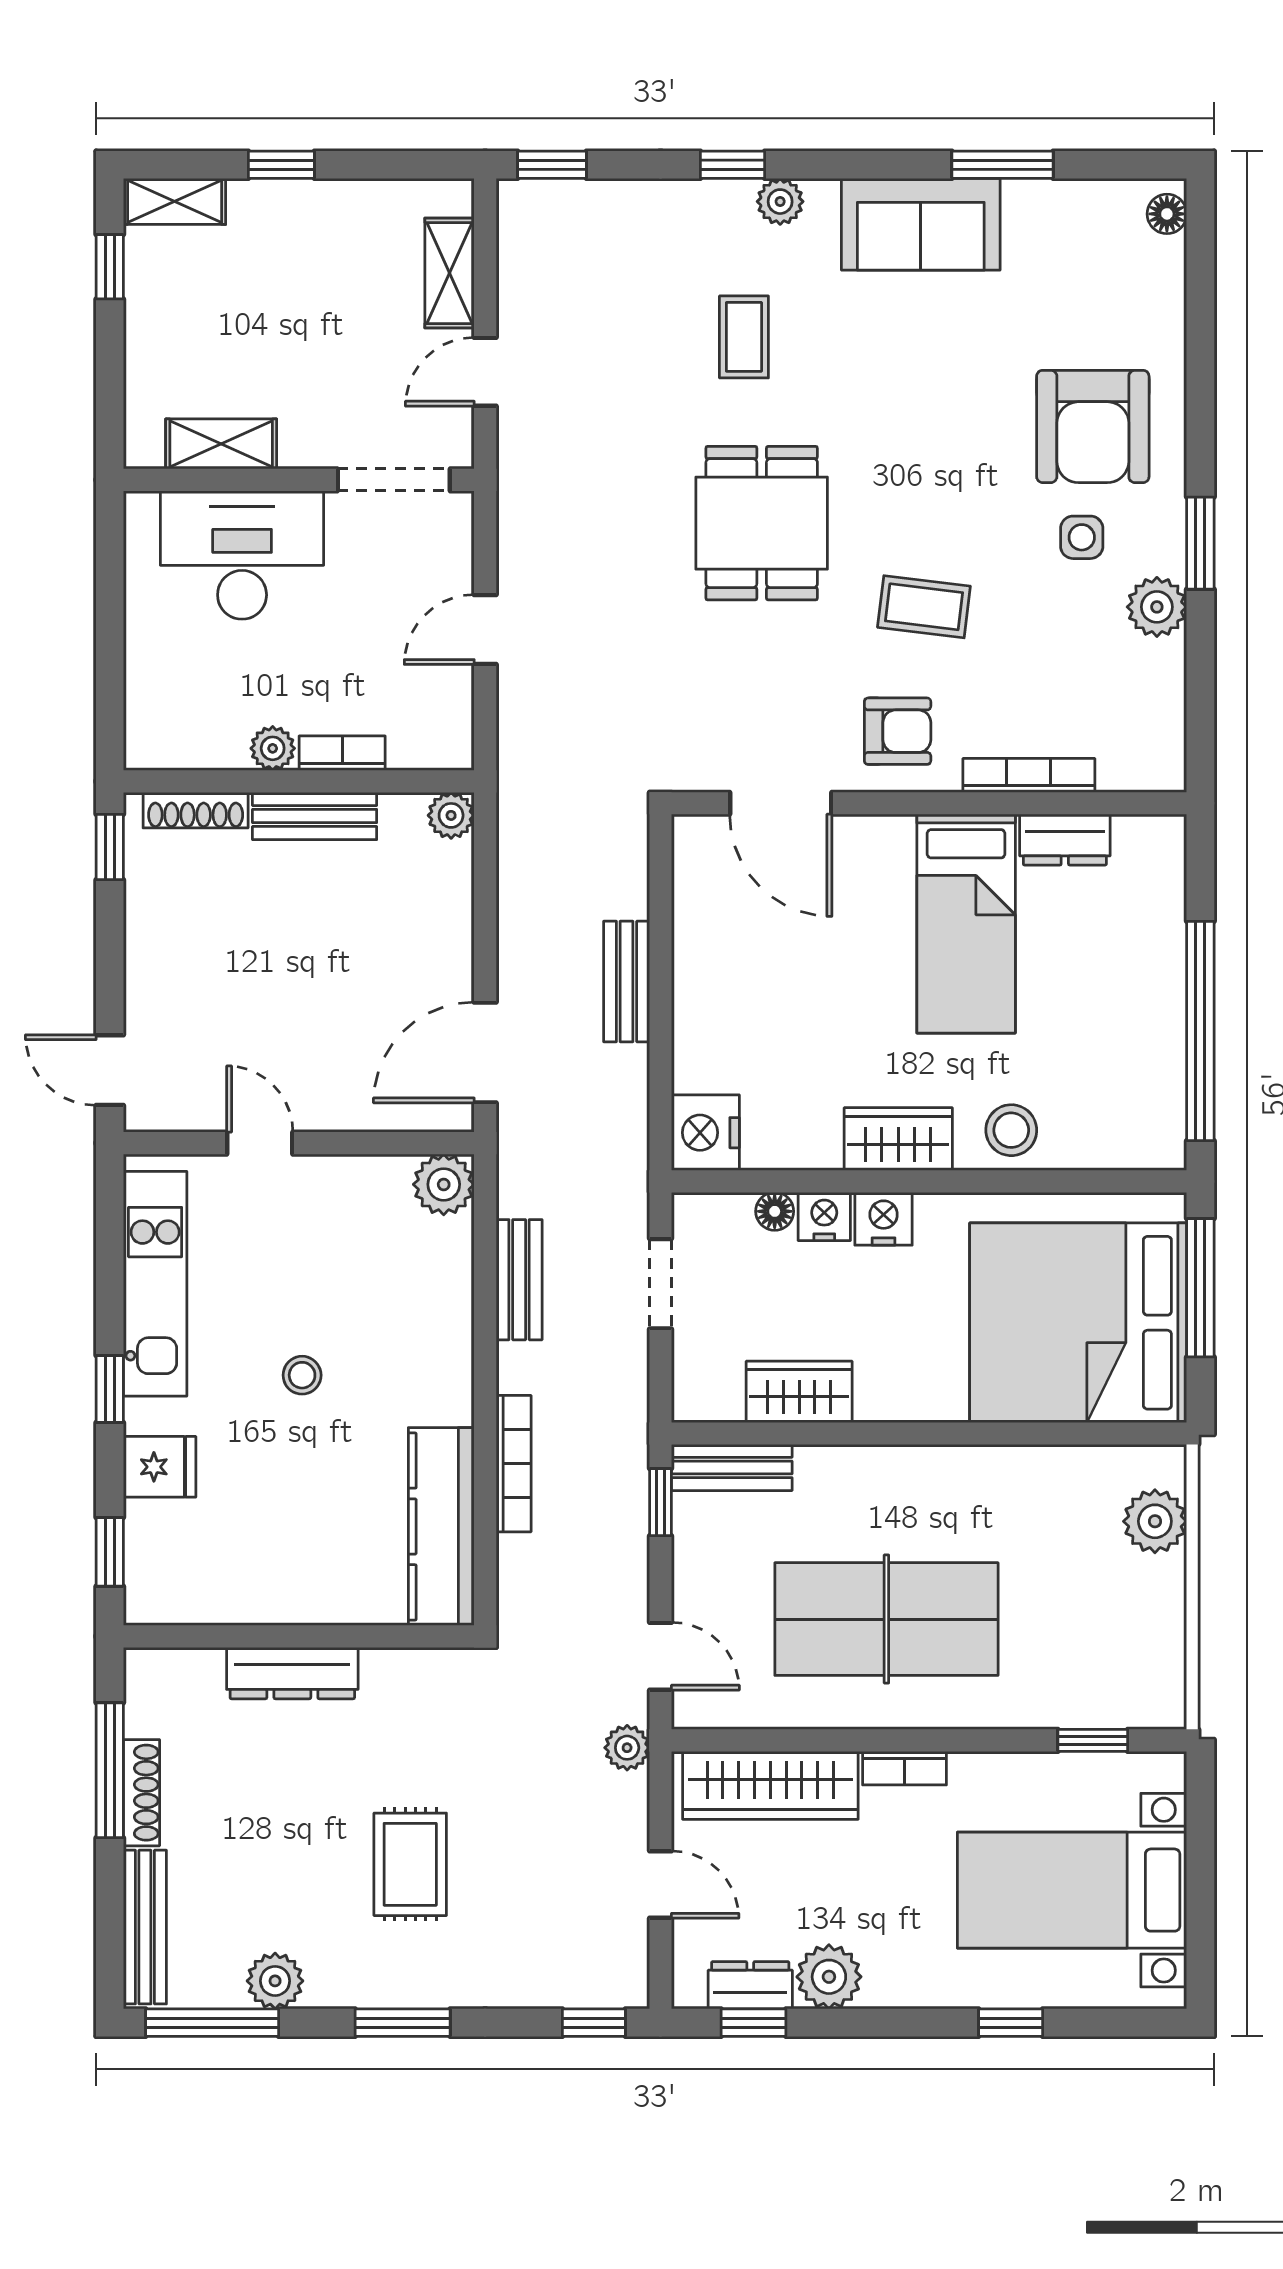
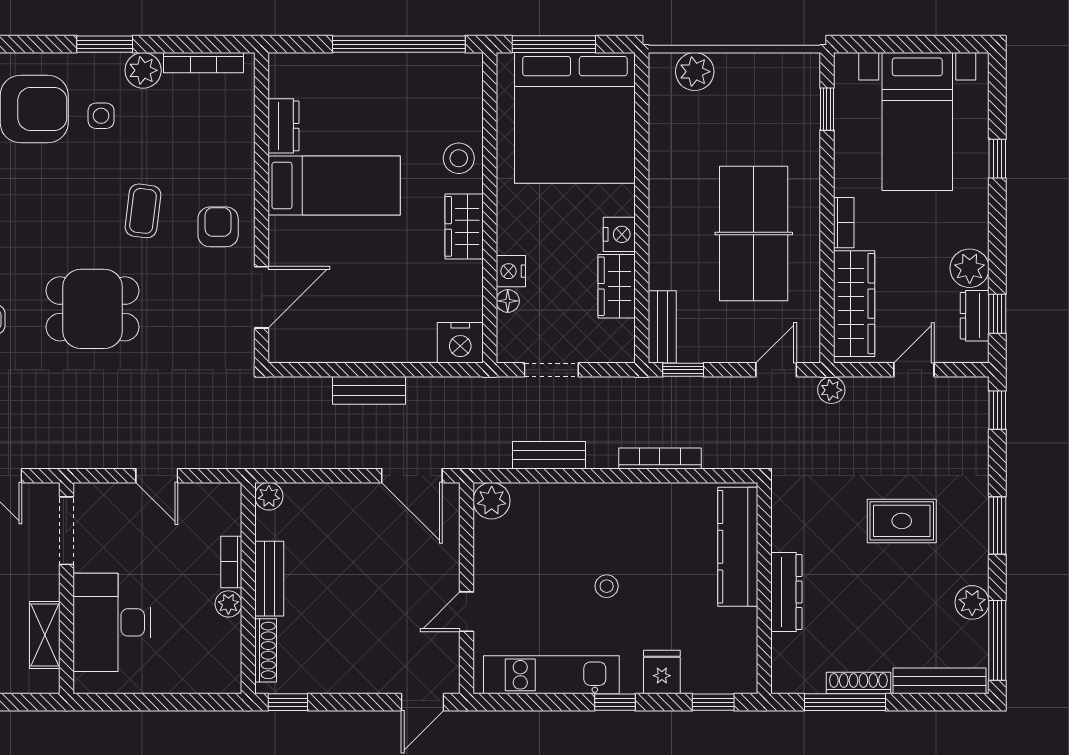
bookcase: (1029, 775) -> (203, 63), moved, turned -90
nightstand: (884, 1219) -> (619, 234), moved, turned 180
kitchen counter: (441, 1526) -> (738, 547), moved, turned 90

